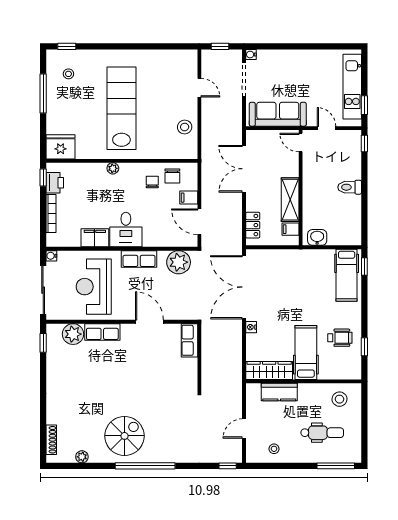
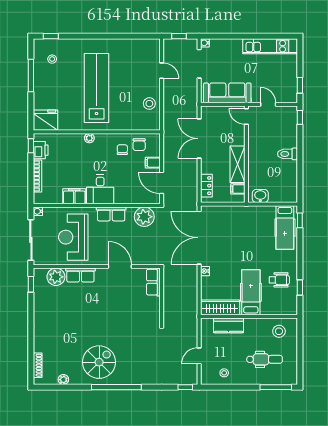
kitchen unit: (352, 87) -> (270, 46), moved, turned -90

